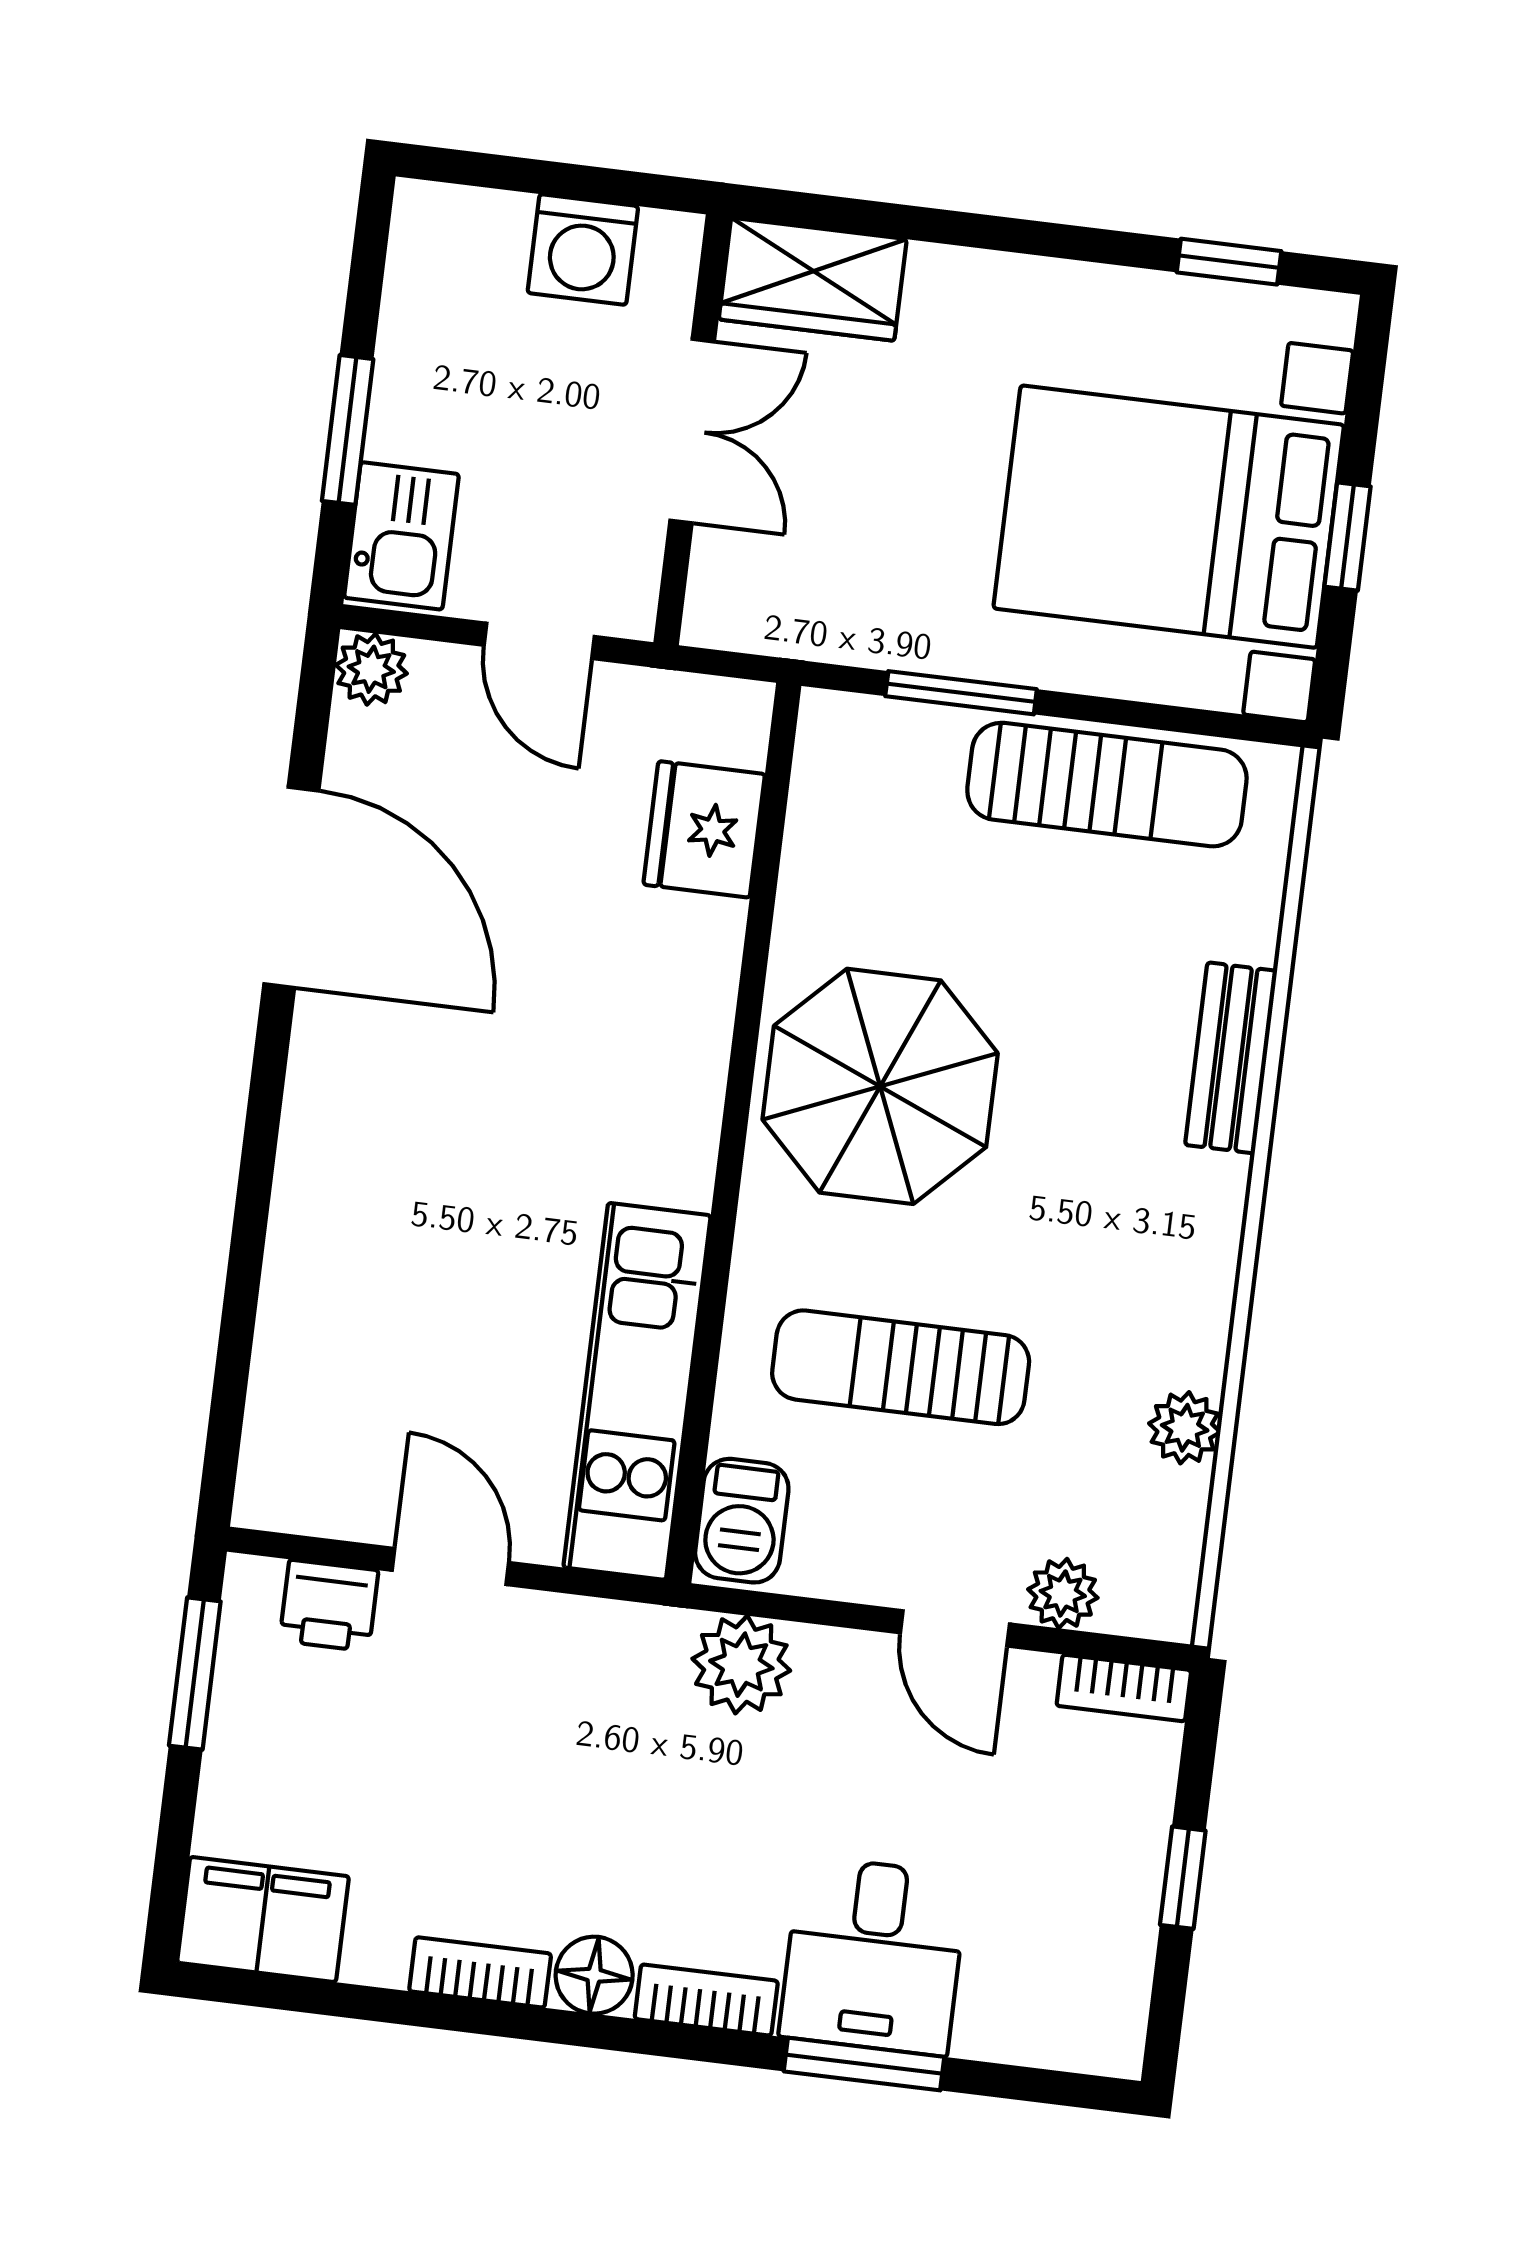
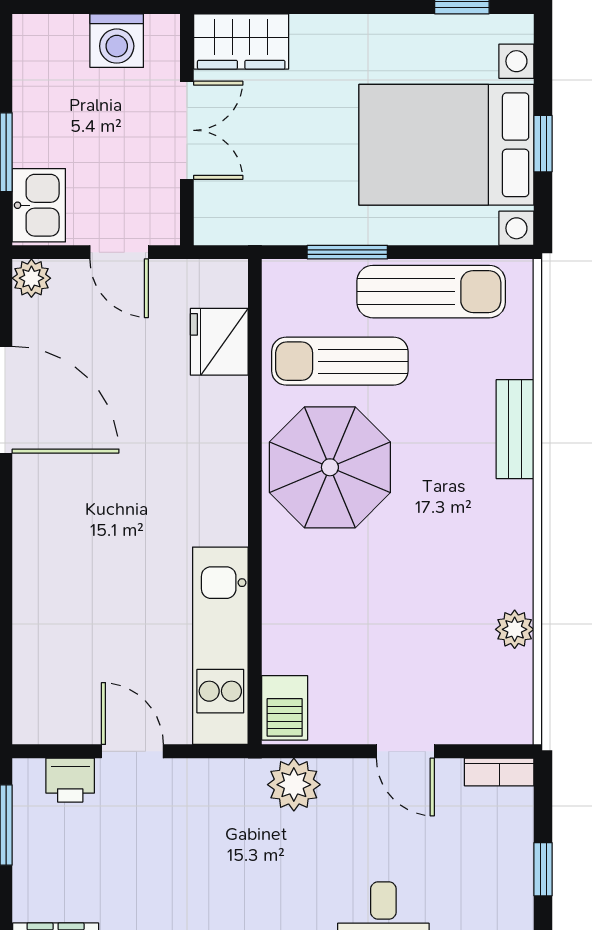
sun lounger: (901, 1367) -> (340, 361), moved
plant: (1063, 1594) -> (461, 726), removed

